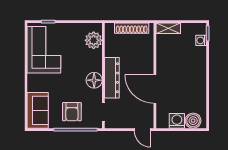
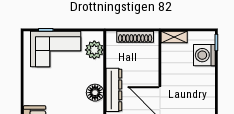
washing machine: (201, 40) -> (204, 55), width x1.89, depth x1.89
corner sofa: (44, 50) -> (56, 49), moved, turned 90

